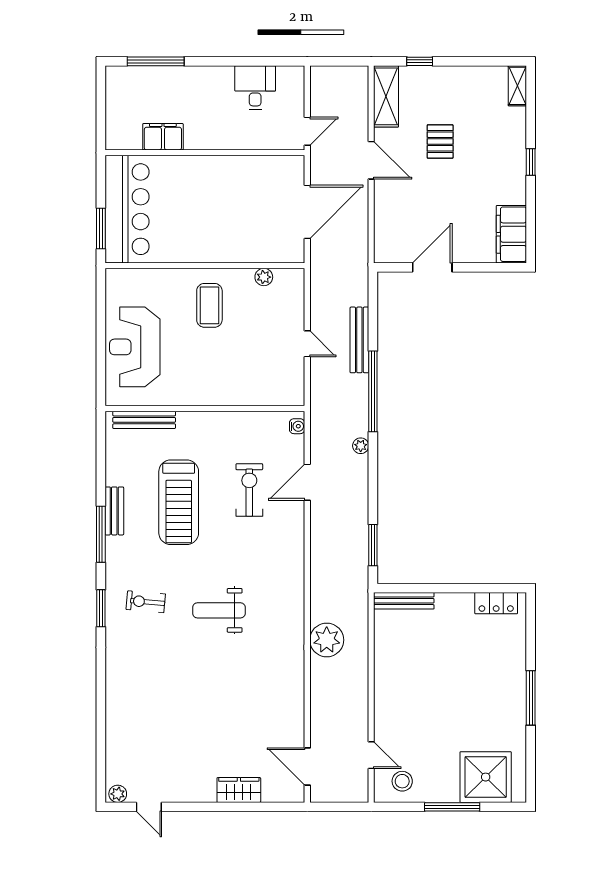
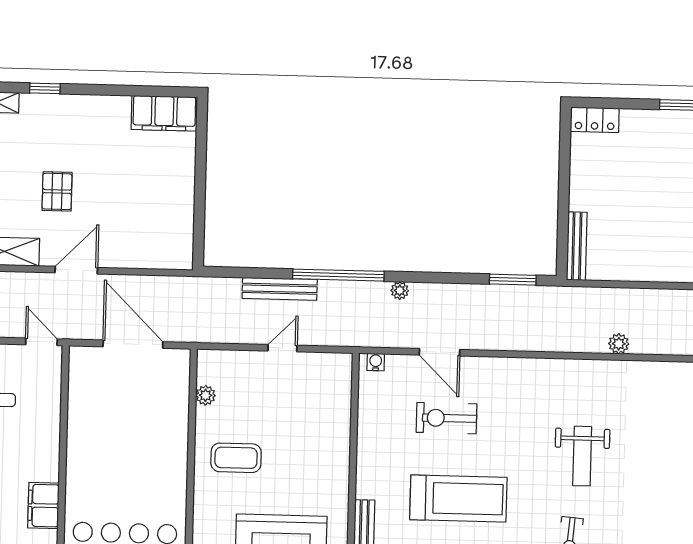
pallet: (440, 141) -> (57, 191), turned 90
window: (531, 162) -> (45, 88), moved
door: (432, 267) -> (200, 204), removed
locker: (496, 603) -> (595, 120), moved, turned 90
plant: (327, 640) -> (619, 344), width x0.53, depth x0.53

